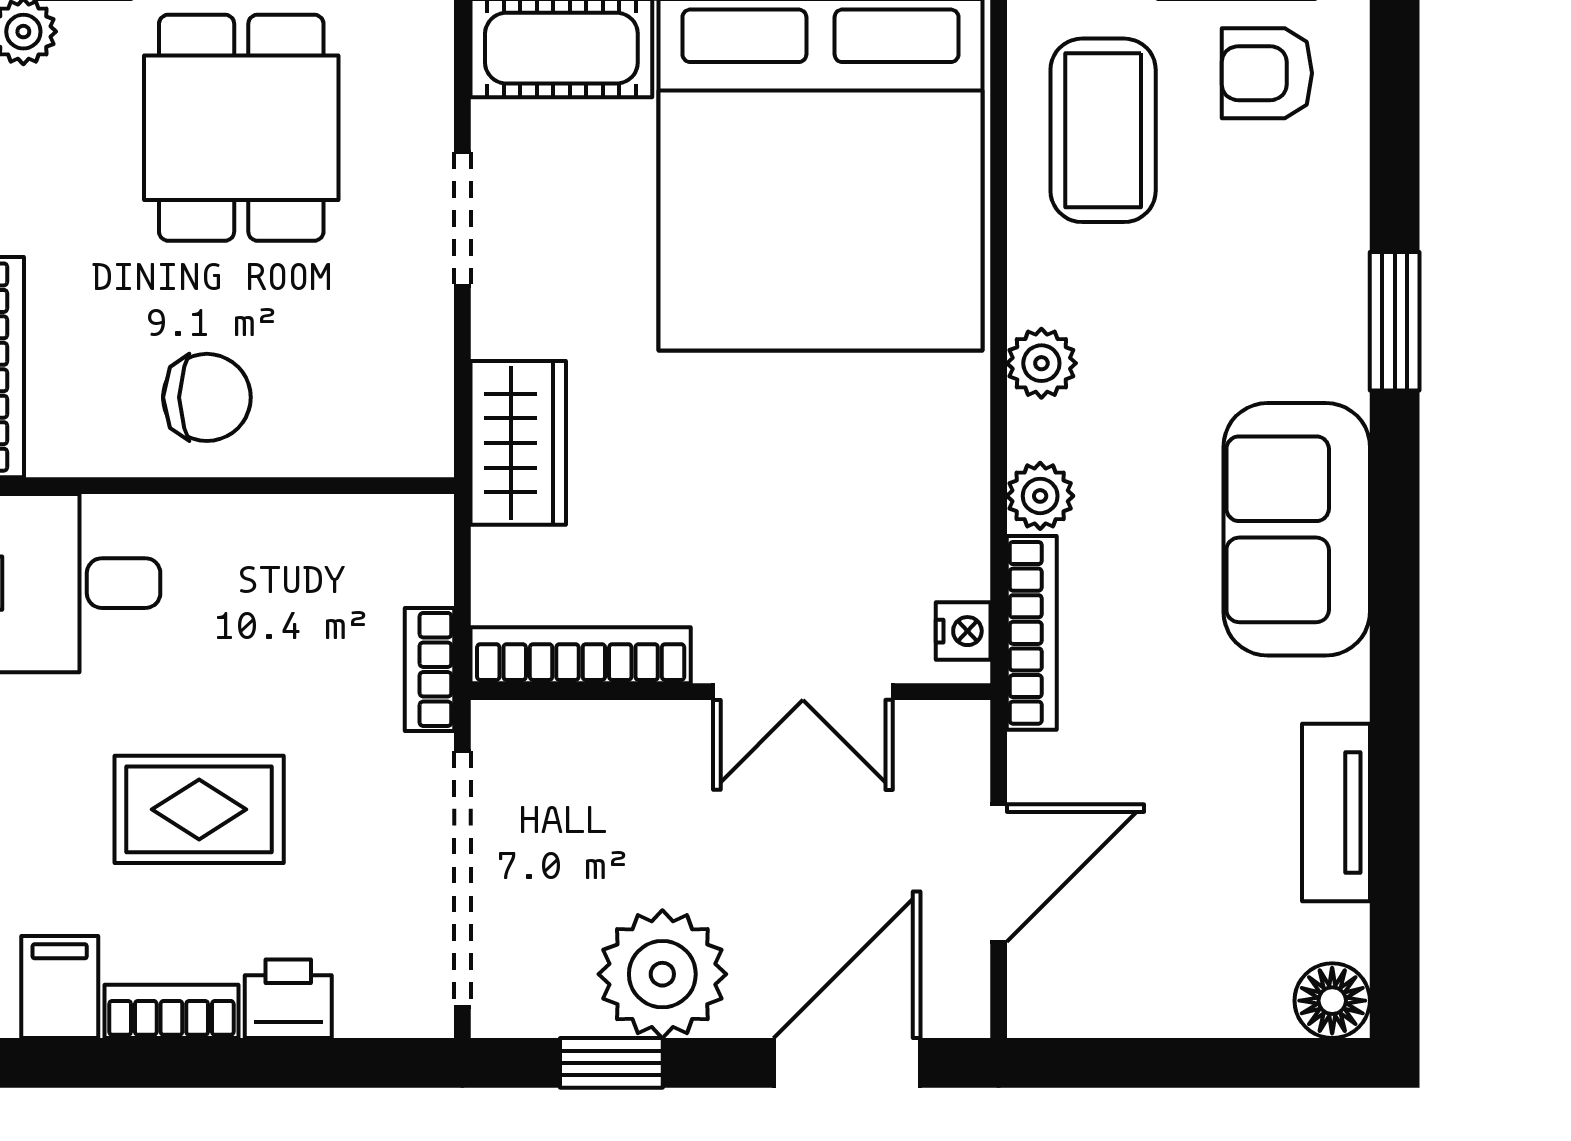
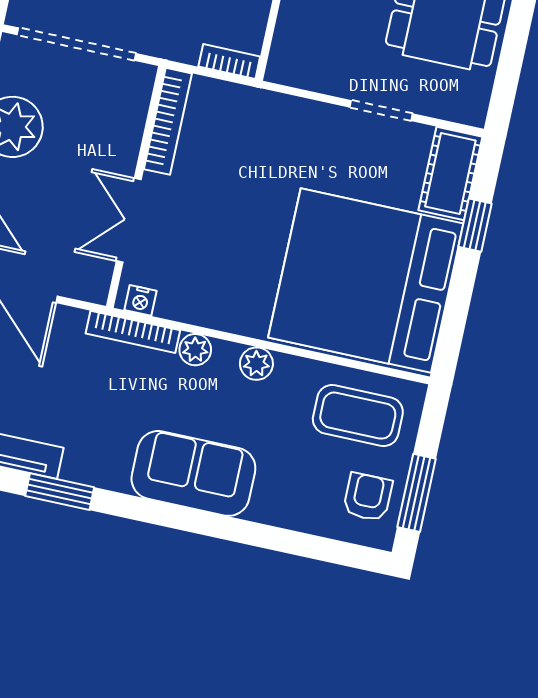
window: (1395, 321) -> (60, 492), moved
wardrobe: (518, 443) -> (272, 114), removed
sofa: (1297, 529) -> (193, 473), moved
bookcase: (430, 669) -> (229, 62), moved

